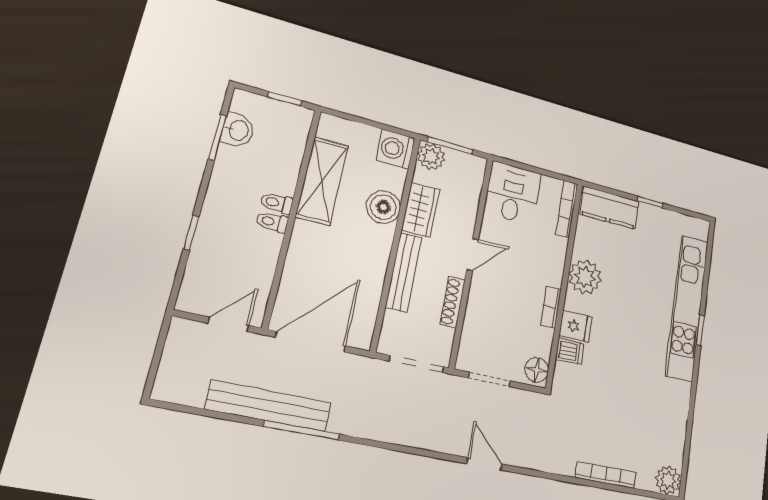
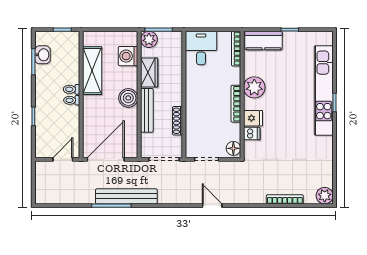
washing machine: (396, 149) -> (128, 56), moved
boiler: (383, 207) -> (128, 98), moved
door: (473, 254) -> (184, 91), removed
bookcase: (551, 307) -> (236, 104), width x1.56
bench: (269, 406) -> (126, 196), moved

